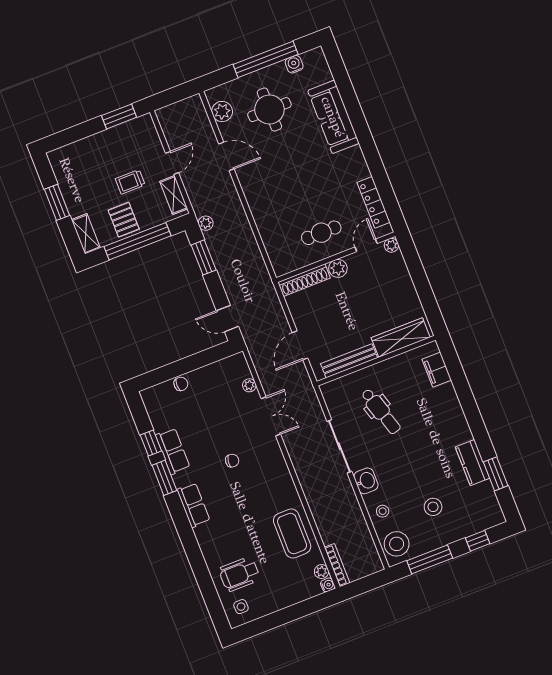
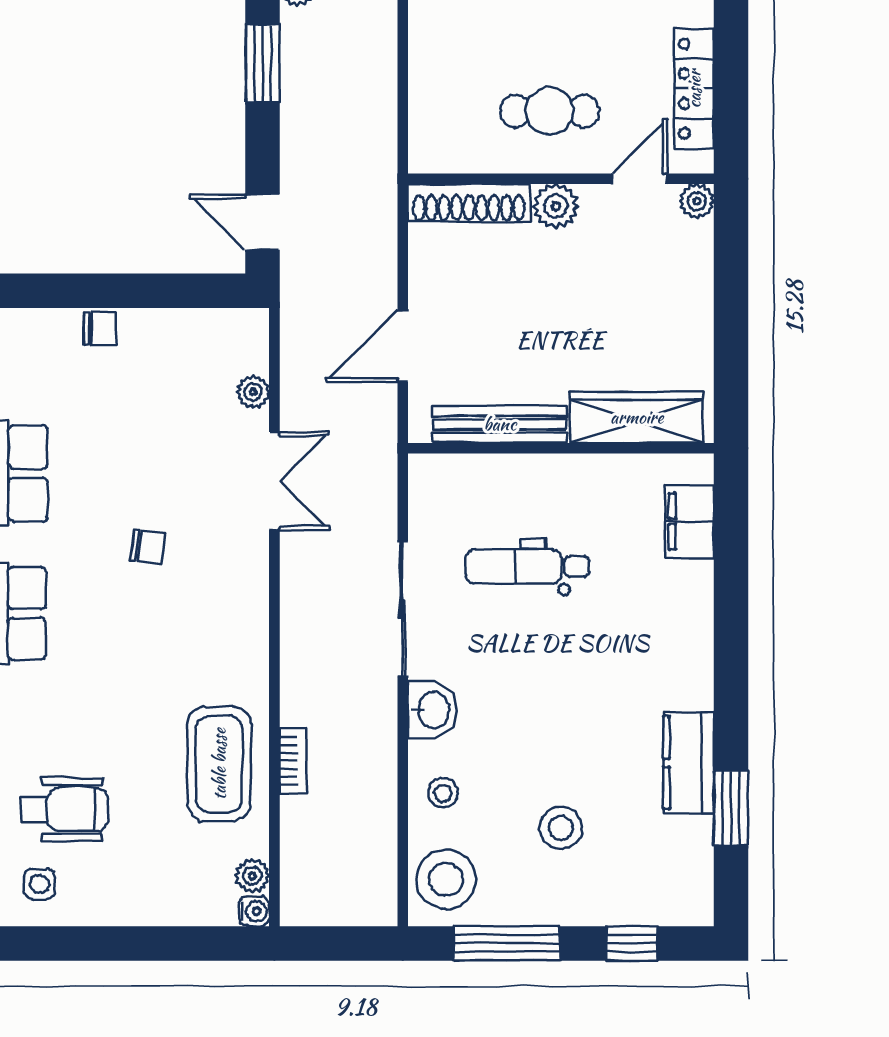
dental chair: (381, 411) -> (527, 567), turned 107
bookcase: (337, 565) -> (293, 761), moved, width x0.64
wheelchair: (239, 574) -> (65, 809), turned 180

